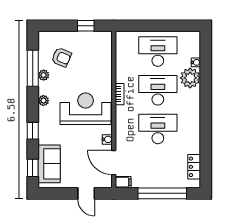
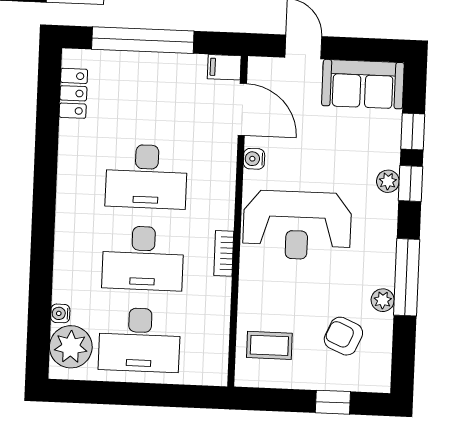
window: (86, 26) -> (333, 402), moved
coffee table: (96, 51) -> (269, 345), added
window: (33, 68) -> (407, 277), moved
plant: (190, 78) -> (71, 347), moved
plant: (43, 101) -> (388, 181), moved
sofa: (49, 164) -> (363, 84), moved, turned -90
window: (33, 168) -> (413, 131), moved

